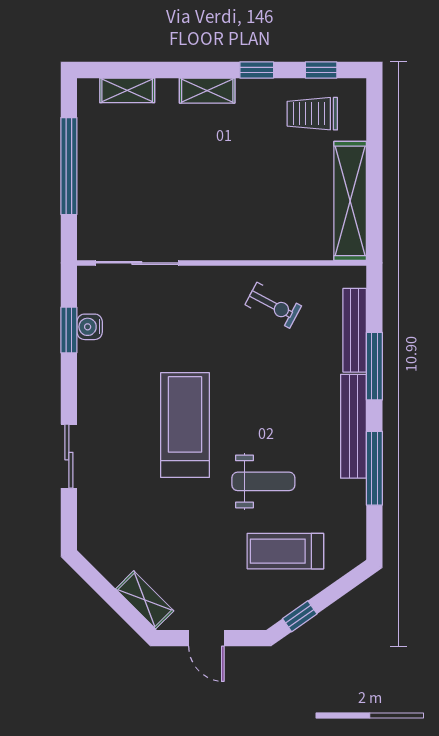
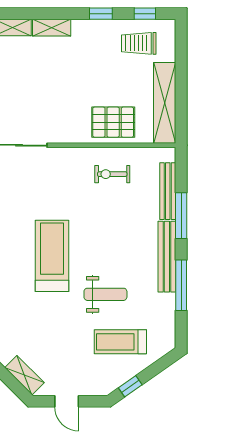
shelving: (207, 91) -> (52, 28), moved
pallet: (275, 229) -> (113, 122), added
exercise bike: (273, 305) -> (112, 174), turned 152

